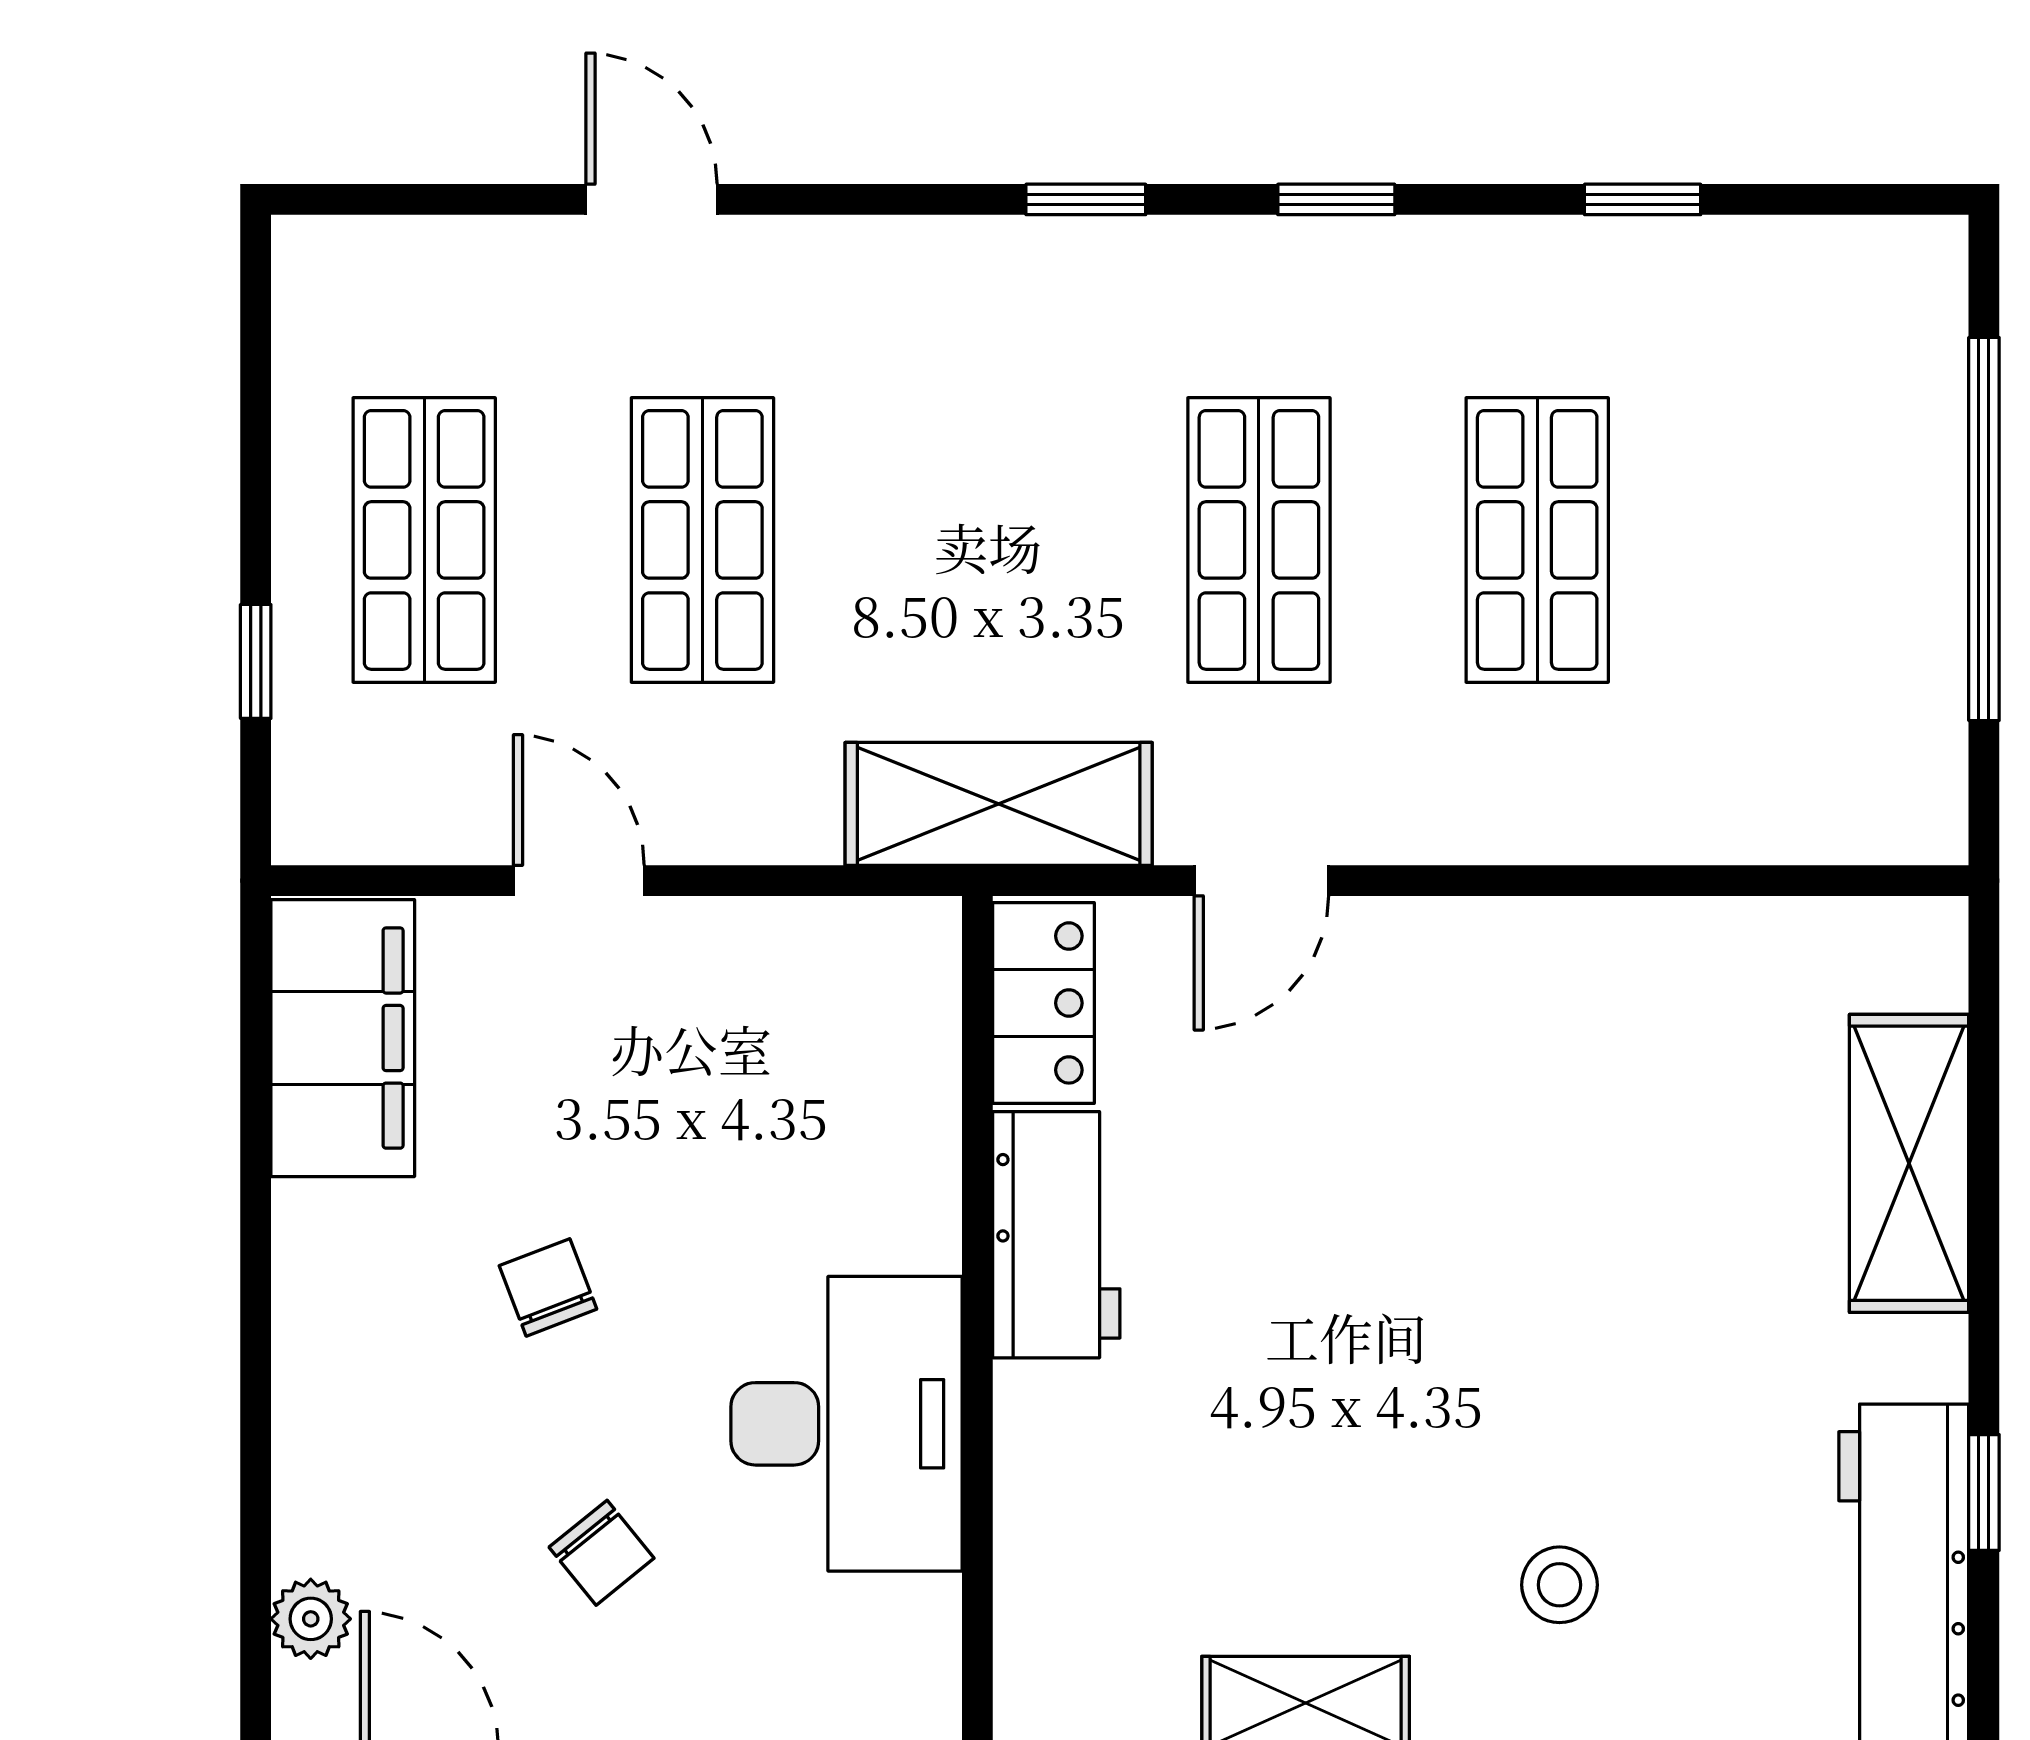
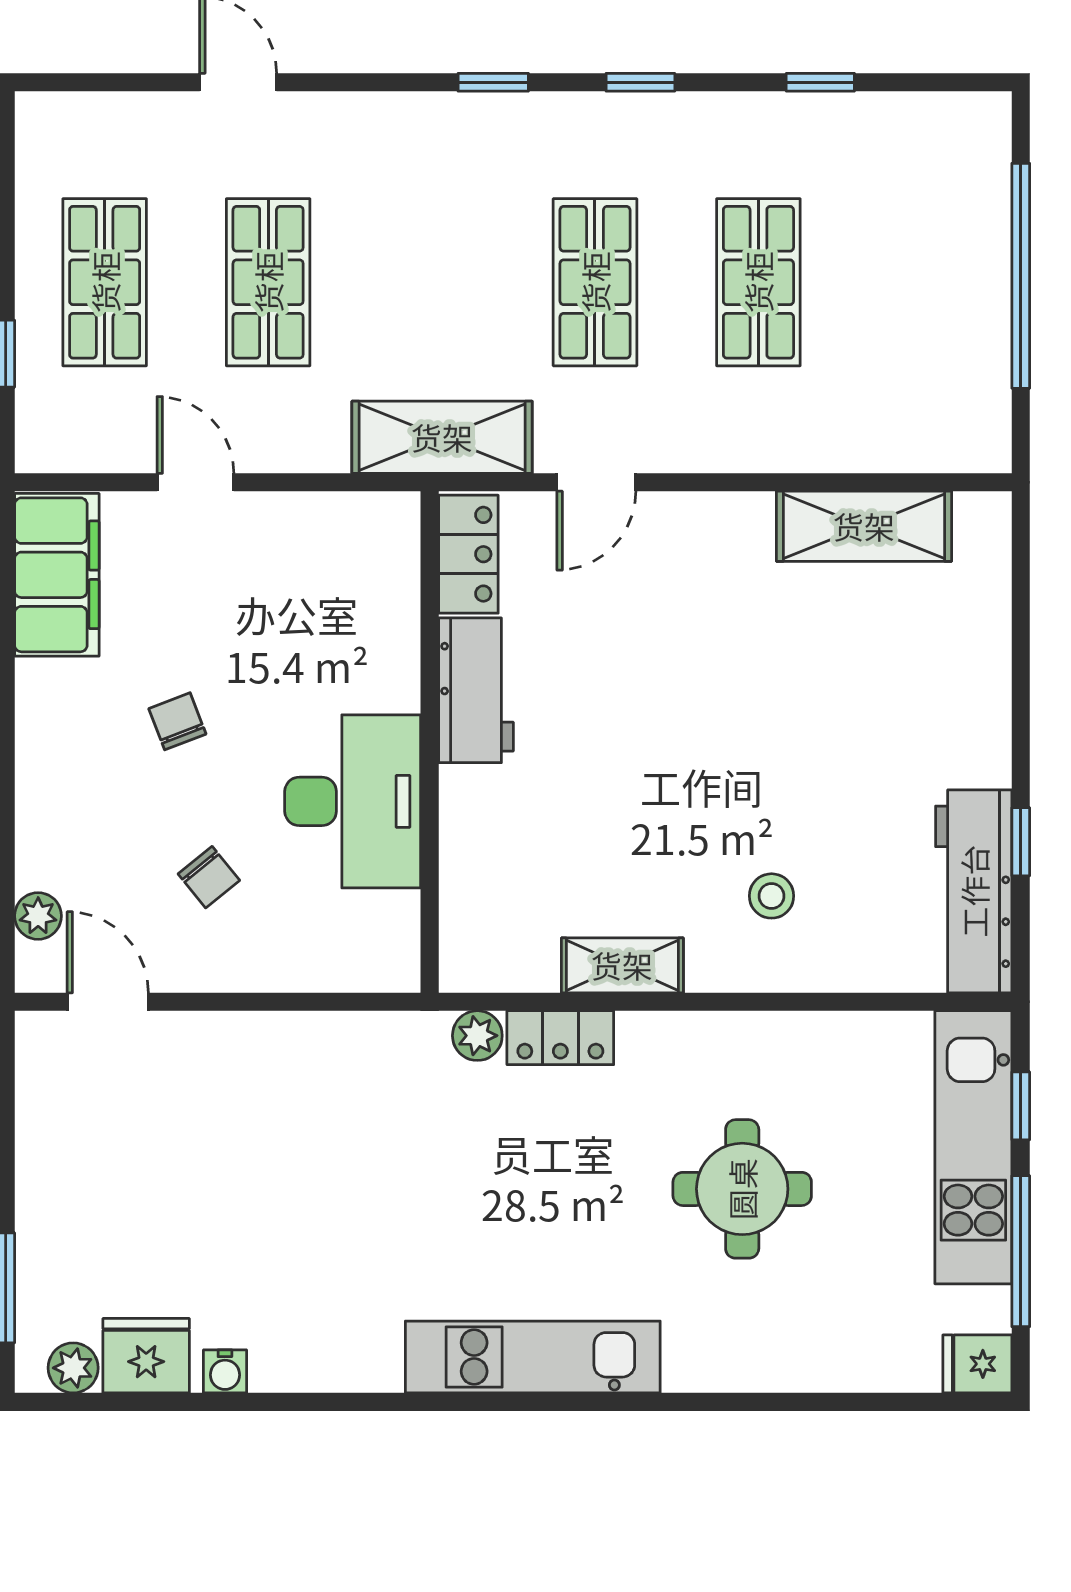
shelving: (1909, 1163) -> (864, 526), moved, turned 90

